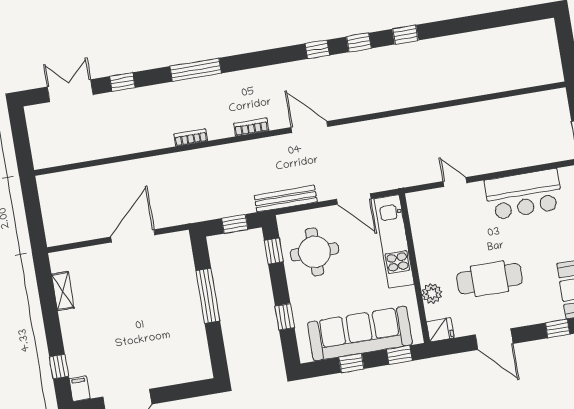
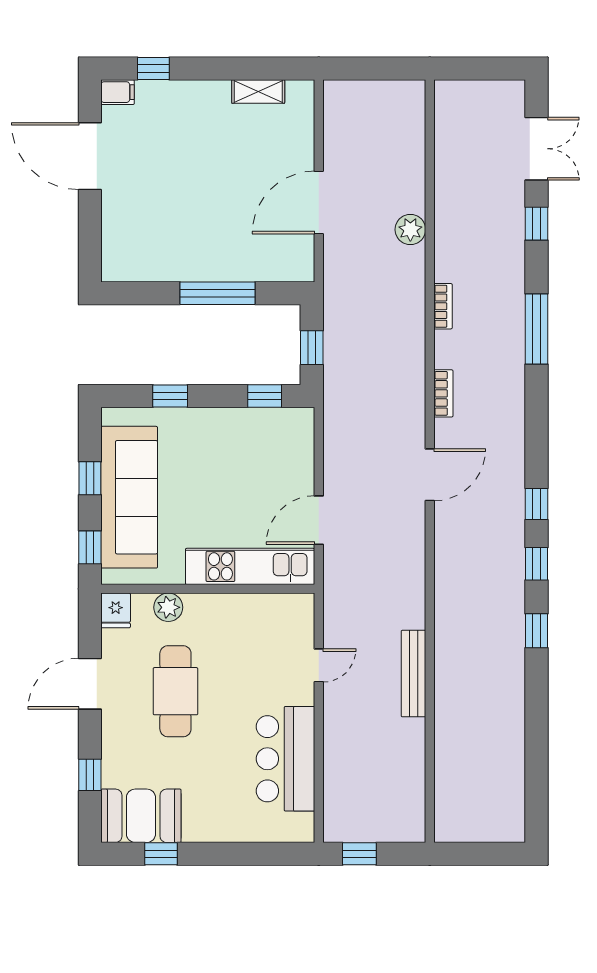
plant: (141, 169) -> (410, 230), added
bench: (286, 199) -> (413, 674), moved
door: (133, 236) -> (319, 203), swing flipped
round table: (315, 252) -> (254, 453), removed

